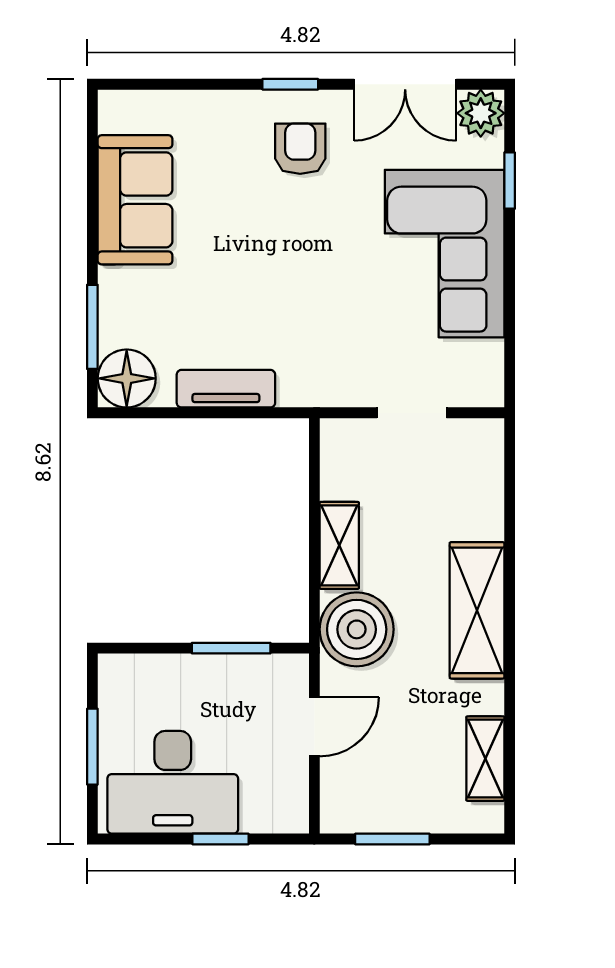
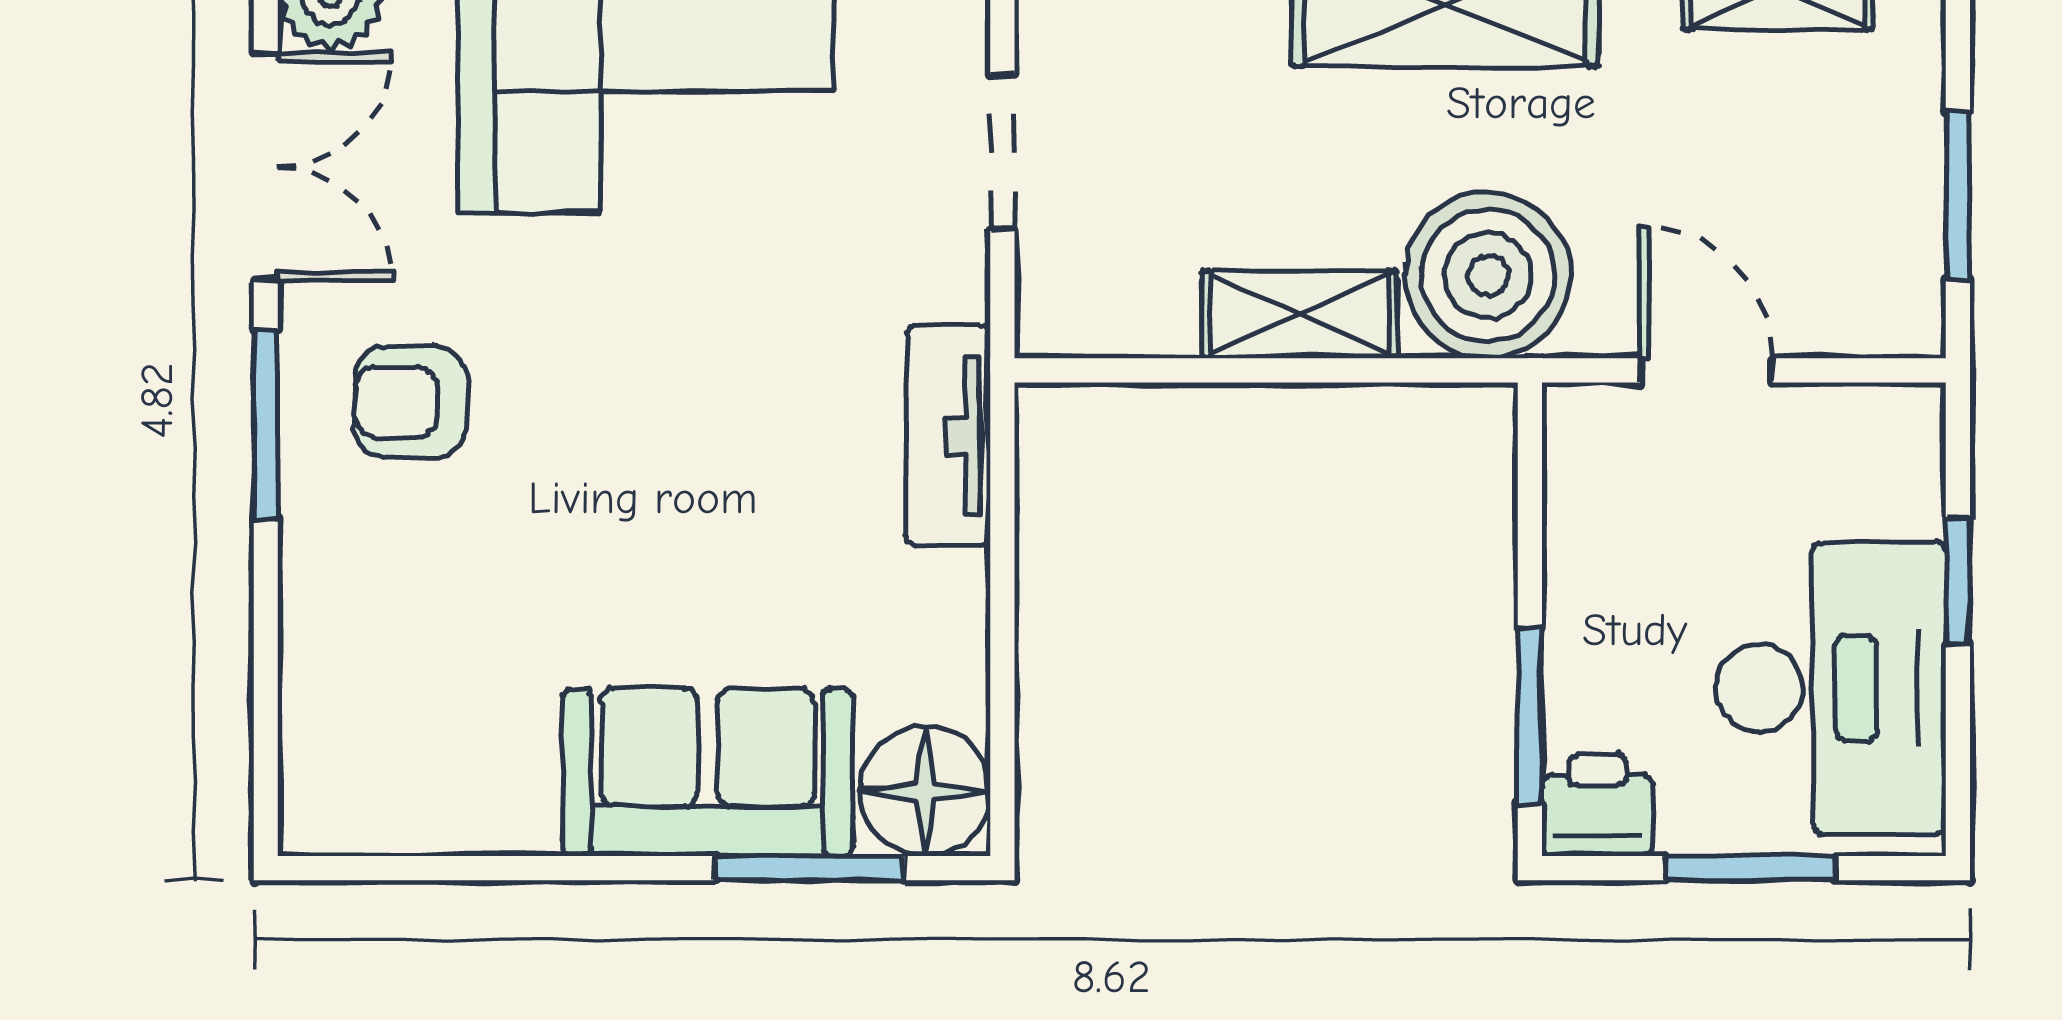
window: (290, 84) -> (266, 424), width x1.50
sofa: (135, 200) -> (708, 772), moved
tv unit: (226, 389) -> (948, 435), moved
window: (231, 648) -> (1530, 716), moved
printer: (120, 678) -> (1598, 806), added

